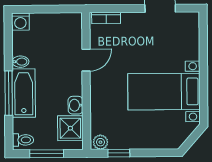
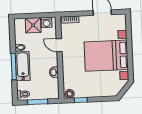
washing machine: (20, 22) -> (47, 22), moved
door: (86, 60) -> (59, 45), swing flipped
bed with nightstands: (164, 92) -> (106, 56), width x1.36
shower: (70, 128) -> (33, 25), moved

